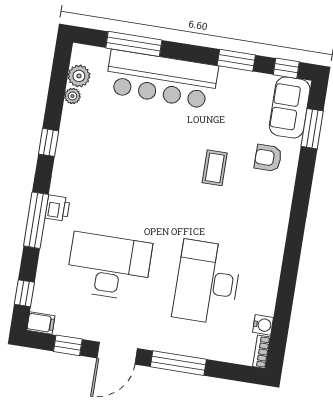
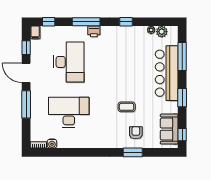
window: (236, 60) -> (182, 98), moved
sofa: (290, 107) -> (169, 129), moved, turned -90
window: (312, 129) -> (133, 152), moved

